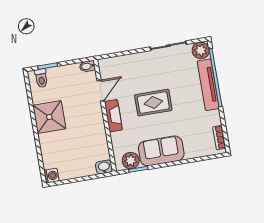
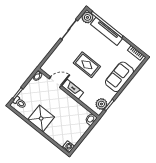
door: (101, 91) -> (55, 82), hinge flipped
rug: (153, 103) -> (87, 65), turned 90
sofa: (161, 151) -> (119, 77), moved

